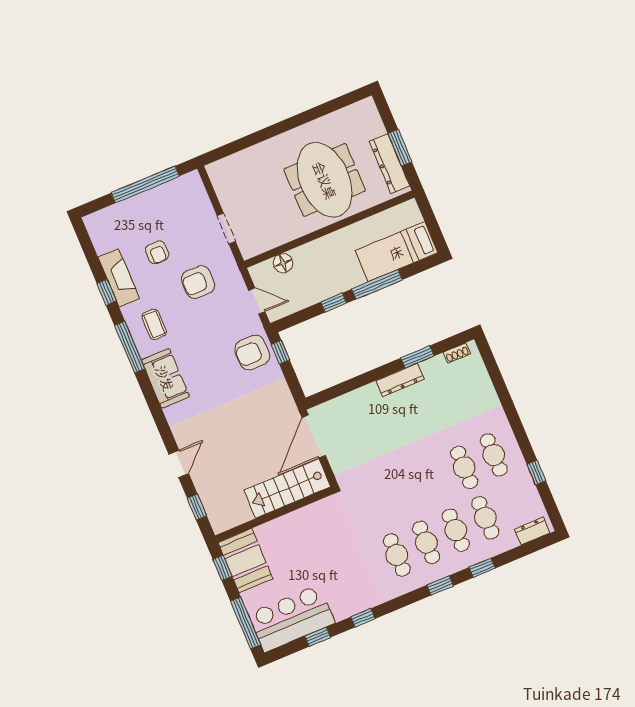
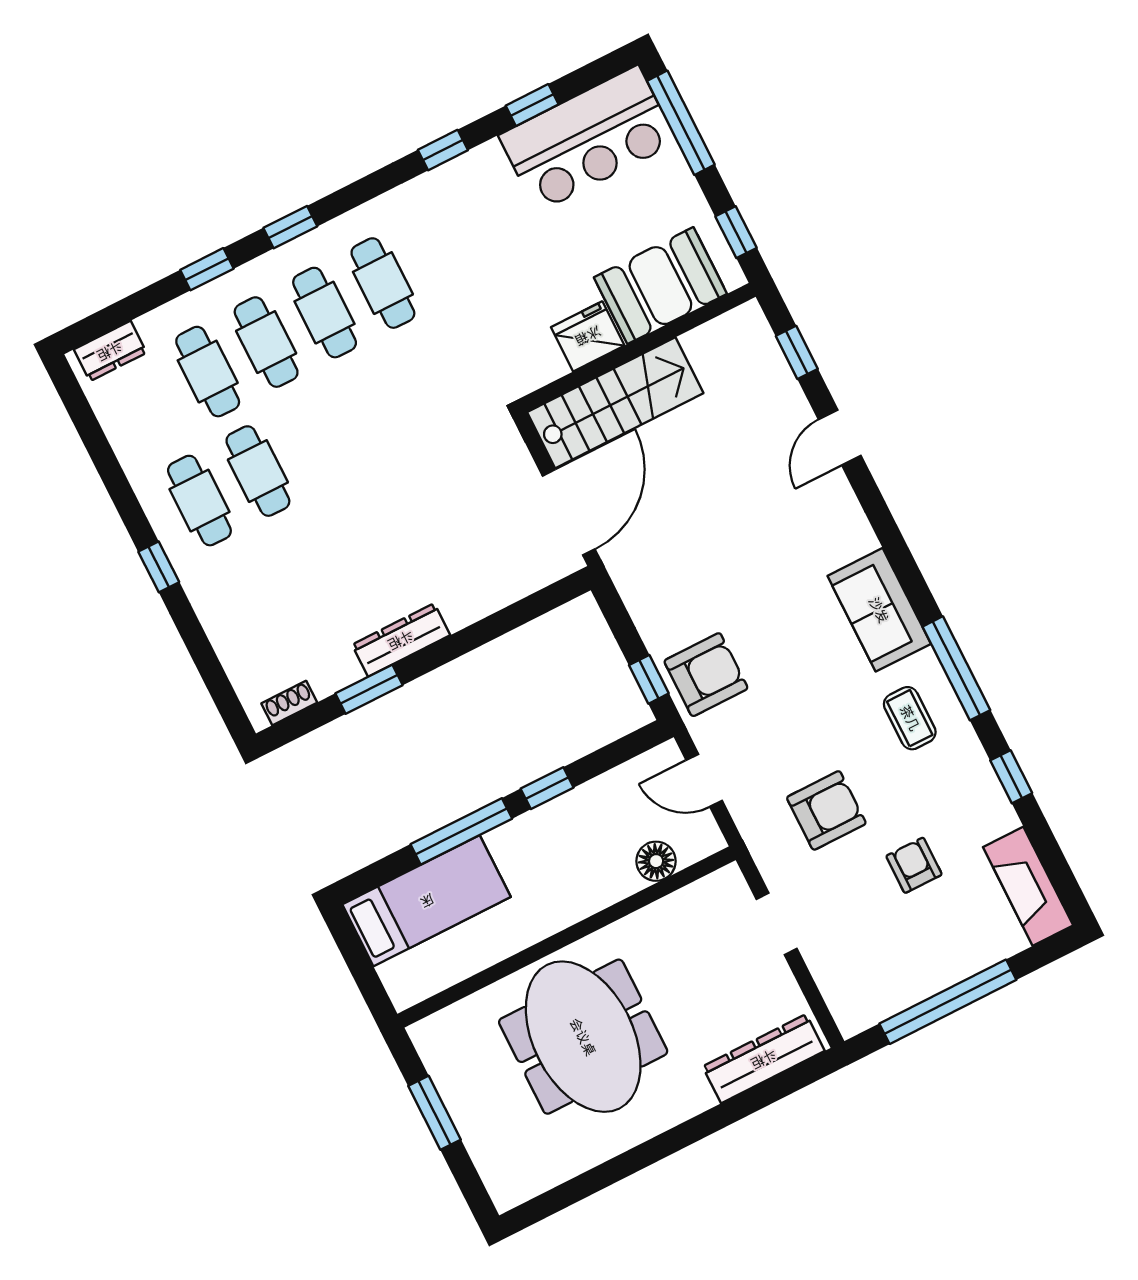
dresser: (389, 163) -> (764, 1059), moved, turned -90
fireplace: (119, 278) -> (1028, 886), moved
window: (536, 473) -> (159, 567), moved
fridge: (298, 522) -> (588, 336), added
booth: (245, 561) -> (660, 286), moved, turned 90

